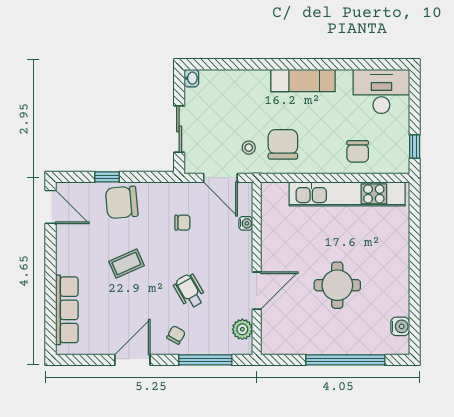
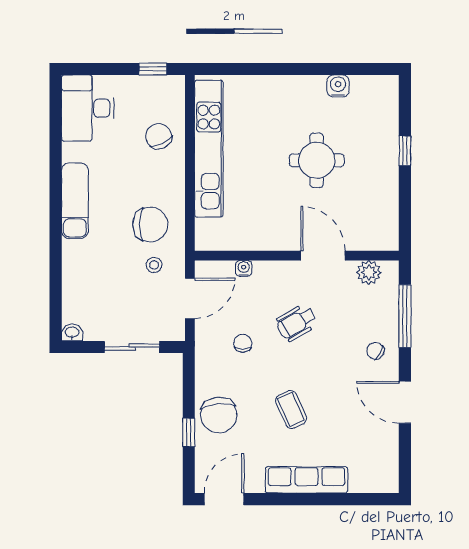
chair: (283, 144) -> (150, 224), turned 180
chair: (358, 151) -> (159, 136), turned -116
wheelchair: (190, 291) -> (297, 323), moved
row of seats: (67, 310) -> (307, 480), moved
water cooler: (400, 326) -> (338, 86), moved
window: (345, 360) -> (405, 151), width x0.32

